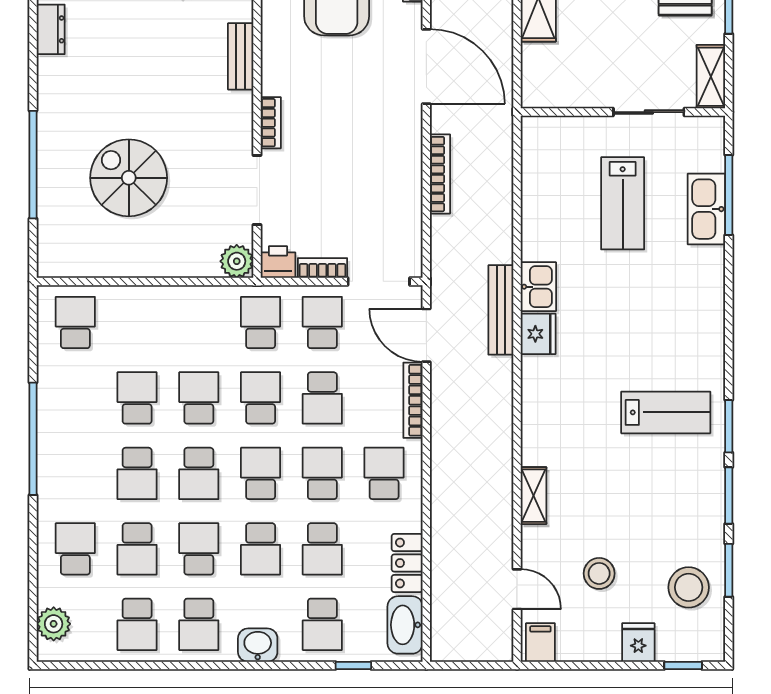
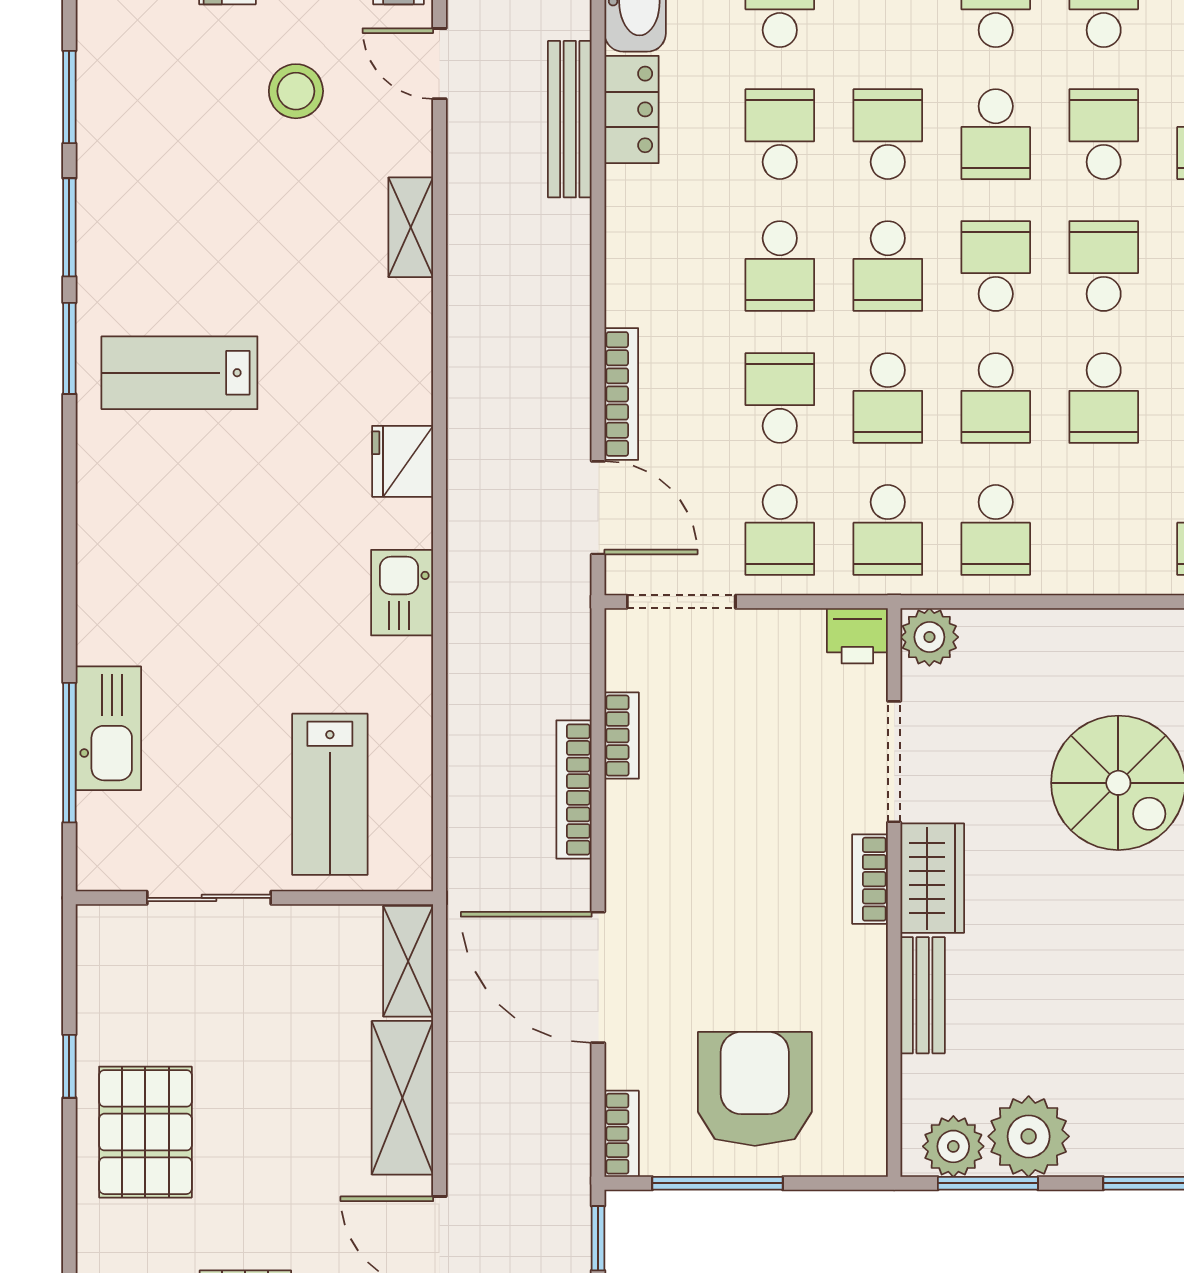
shelving: (711, 77) -> (408, 961), moved
wardrobe: (235, 123) -> (932, 878), added
lab bench: (623, 203) -> (330, 794), moved, turned 180
bookcase: (322, 268) -> (622, 736), moved, turned -90
bench: (501, 310) -> (570, 119), moved
fridge: (538, 334) -> (403, 461), moved
school desk: (384, 473) -> (996, 530), moved
stool: (689, 587) -> (139, 67), removed

